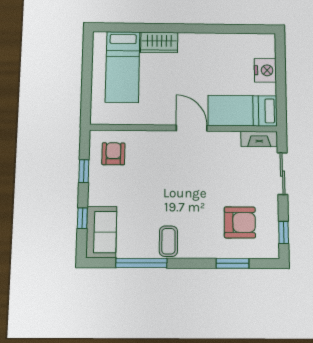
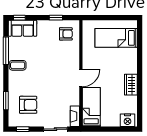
wardrobe: (159, 42) -> (131, 85), moved
nightstand: (265, 70) -> (128, 120), moved
window: (82, 218) -> (19, 18), moved
armchair: (240, 222) -> (28, 105), turned -90

